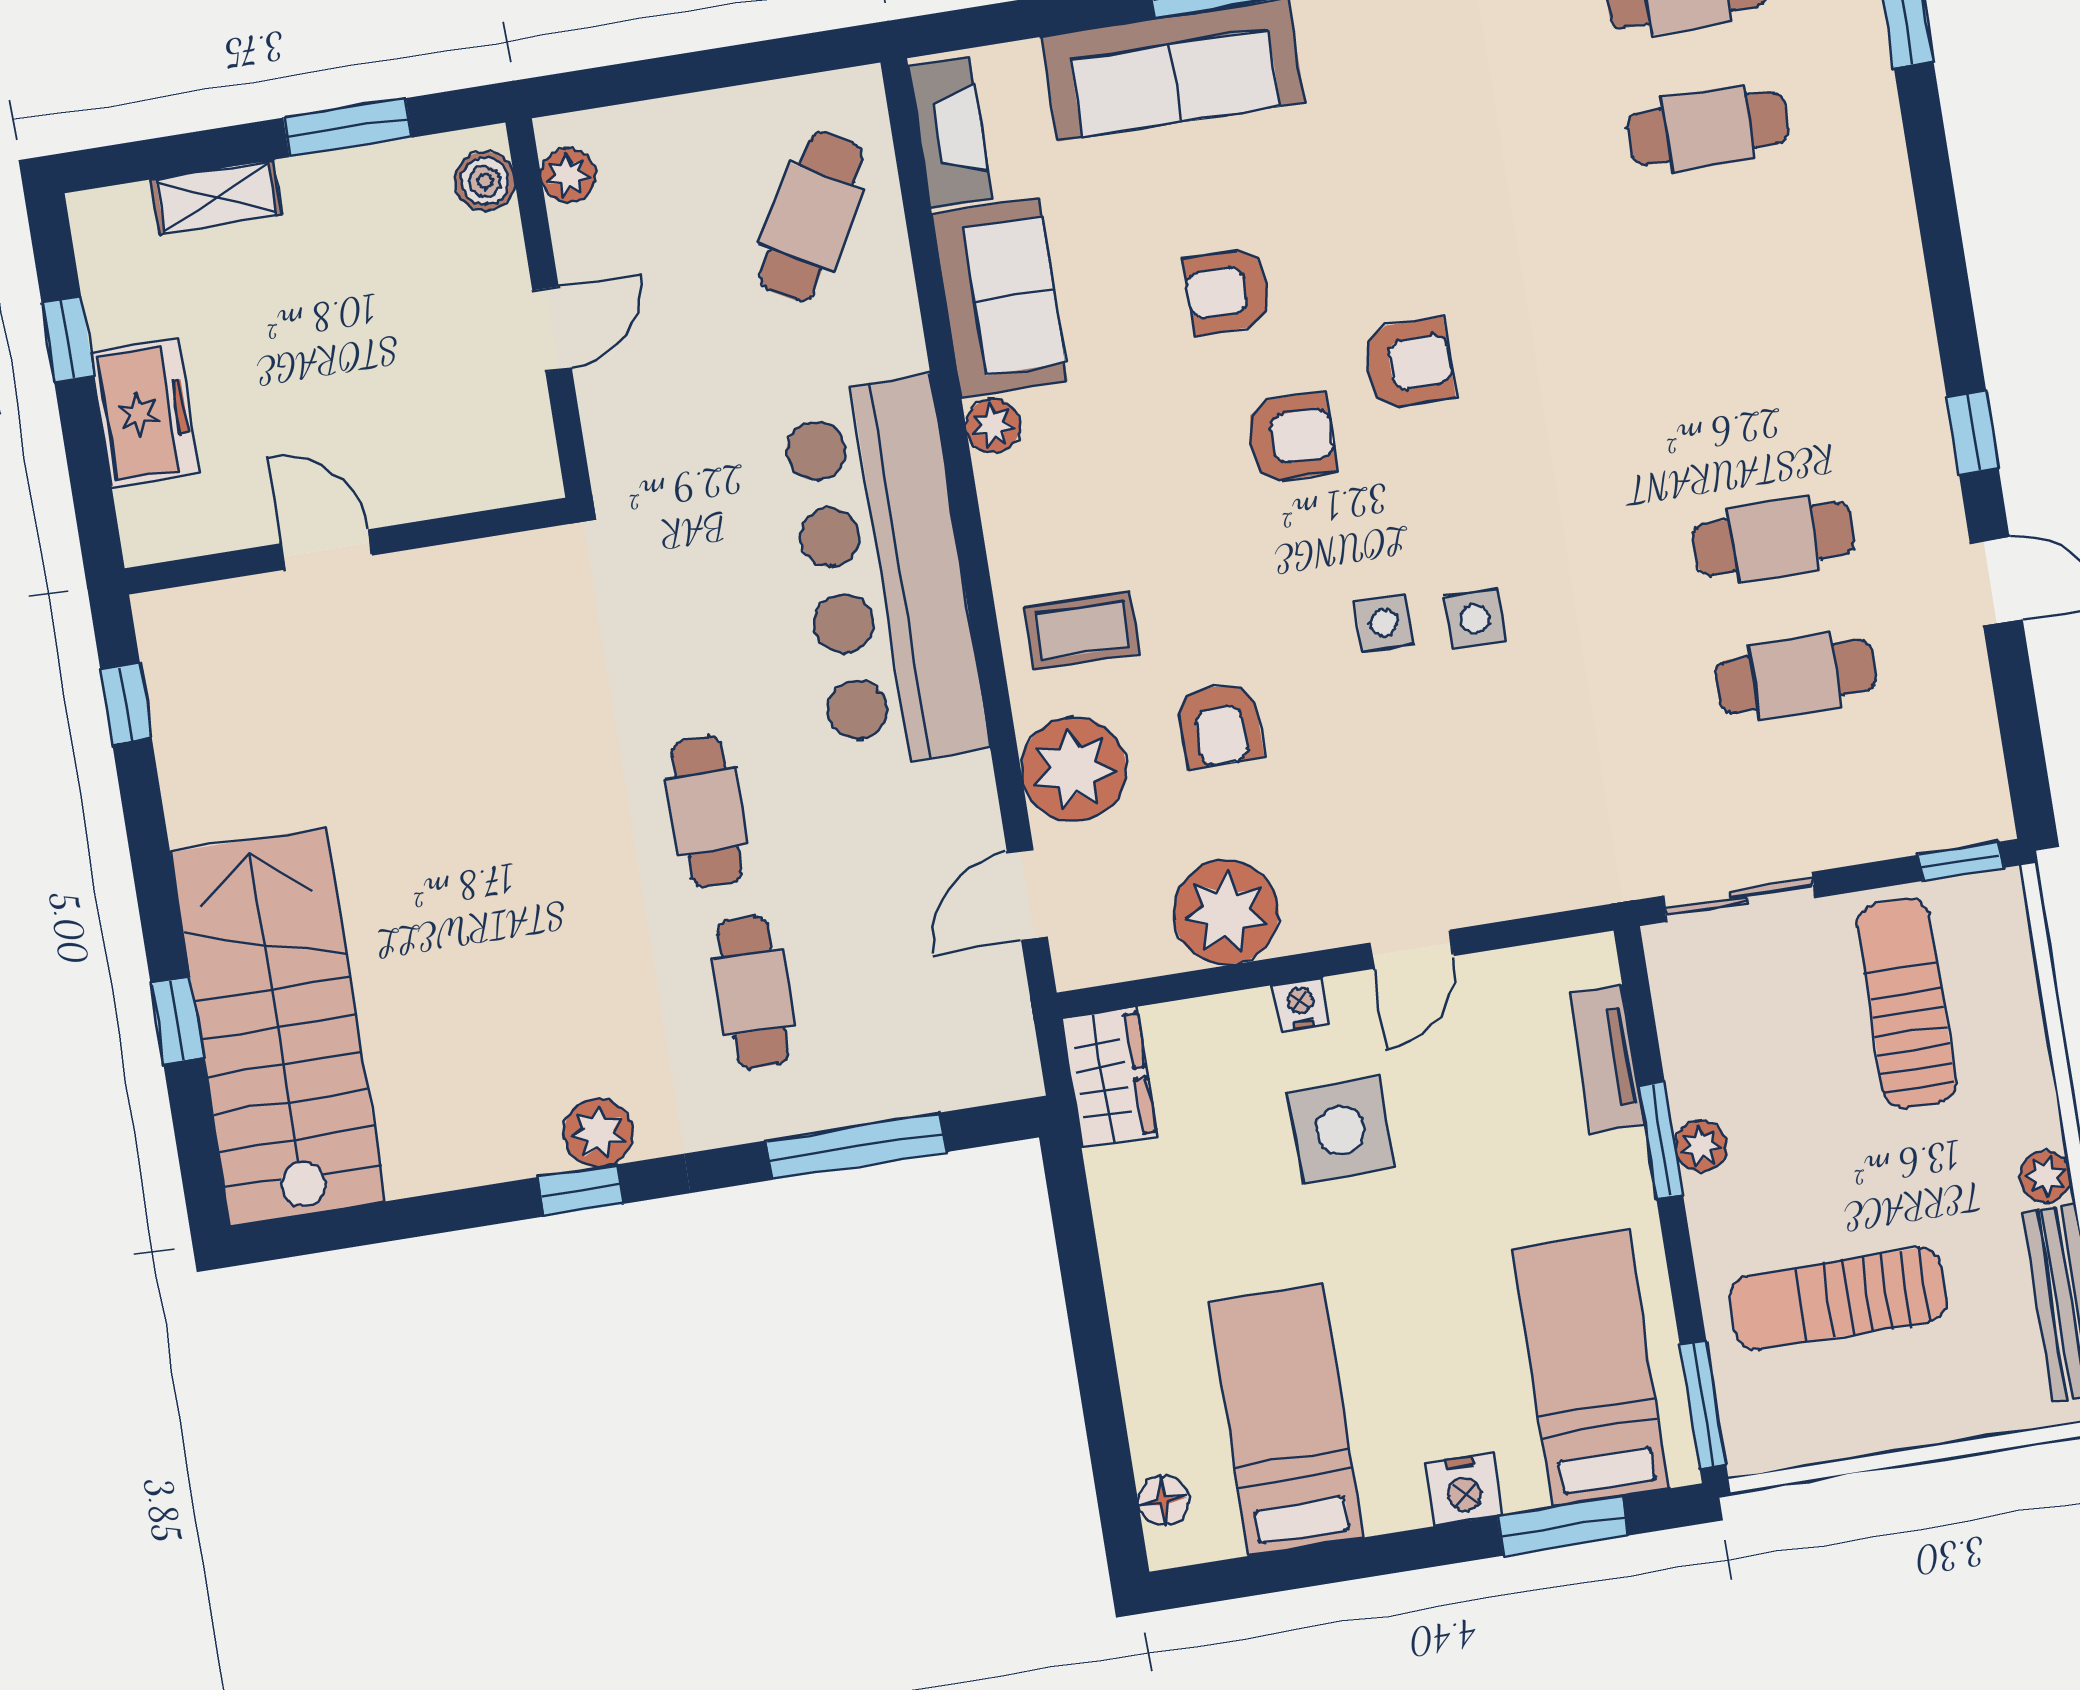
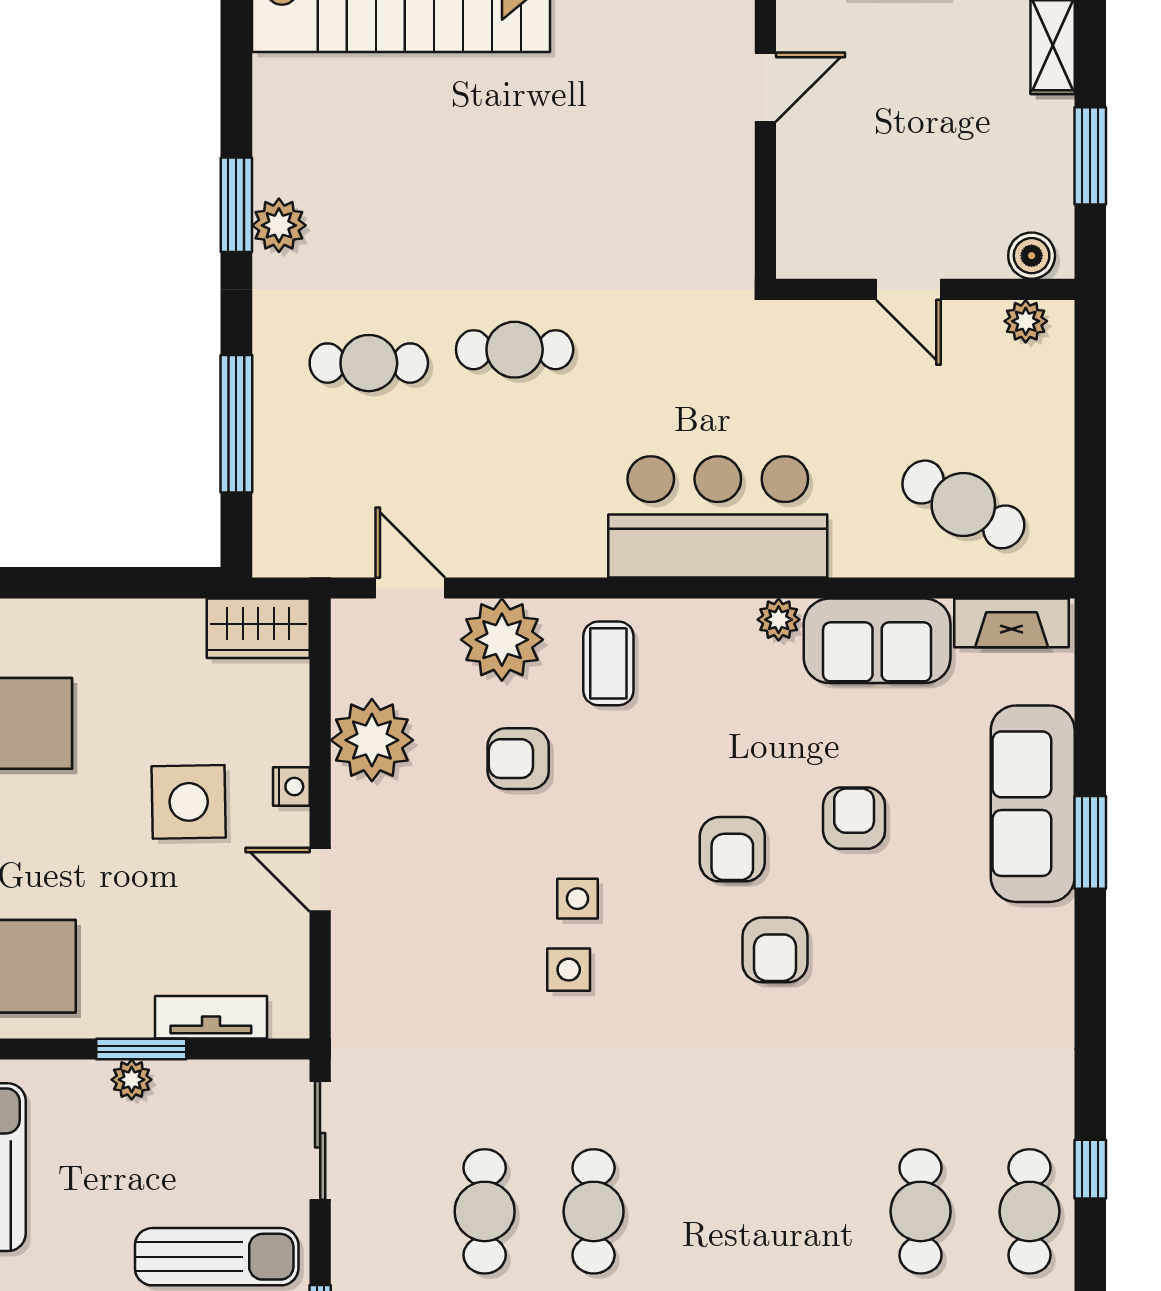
bar counter: (884, 573) -> (718, 517), width x0.73
window: (581, 1190) -> (236, 205), width x1.50

